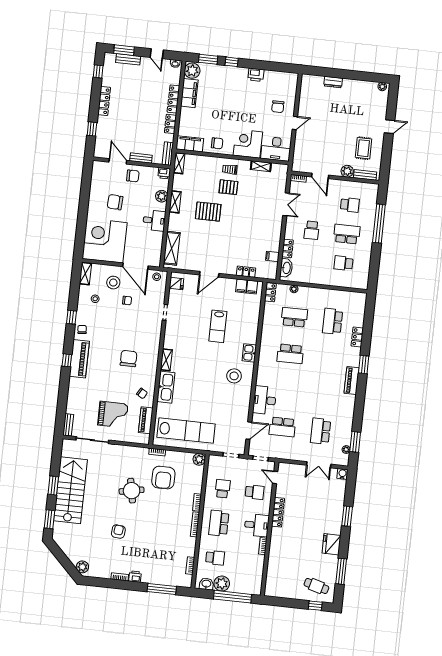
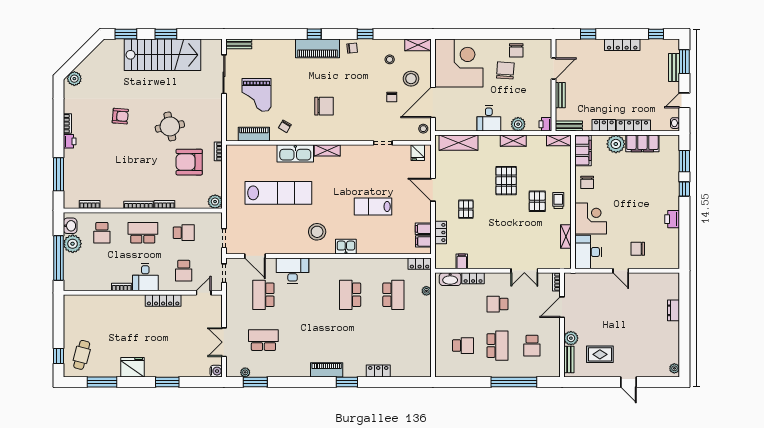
plant: (192, 71) -> (616, 144), moved
chair: (133, 176) -> (516, 50), moved
pallet: (229, 248) -> (466, 209), added
school desk: (344, 263) -> (463, 346), turned 90
school desk: (333, 321) -> (393, 340), removed
lab bench: (186, 431) -> (278, 193), moved, turned -90

